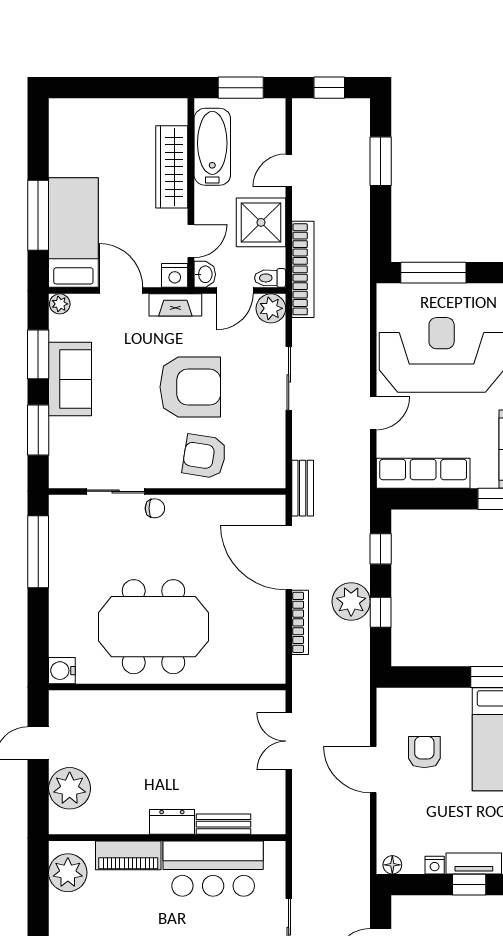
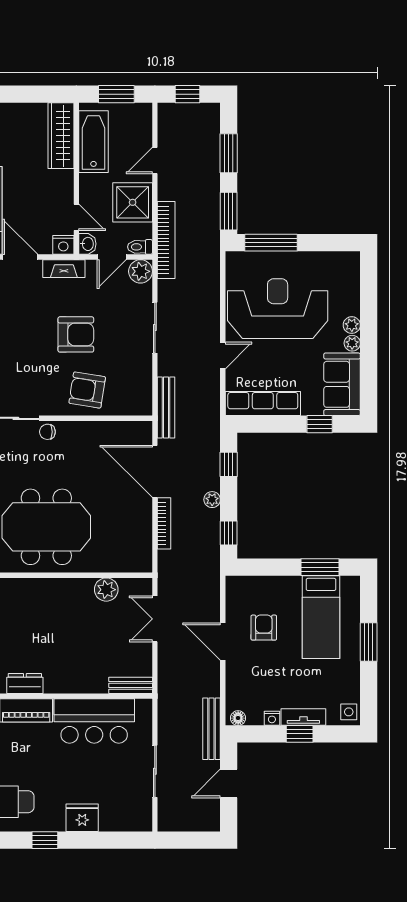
wardrobe: (172, 167) -> (61, 136), moved
window: (381, 233) -> (229, 211), added
door: (191, 241) -> (76, 217), hinge flipped
armchair: (190, 387) -> (76, 334), width x0.73, depth x0.73
bench: (303, 488) -> (166, 408), width x1.36
chair: (155, 508) -> (47, 432), turned 180
plant: (351, 602) -> (212, 500), width x0.53, depth x0.53
window: (381, 612) -> (229, 533), moved
plant: (228, 705) -> (106, 590), added
dresser: (172, 822) -> (25, 684), moved
bench: (223, 824) -> (131, 685), moved
bench: (359, 878) -> (212, 729), added

